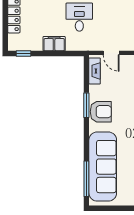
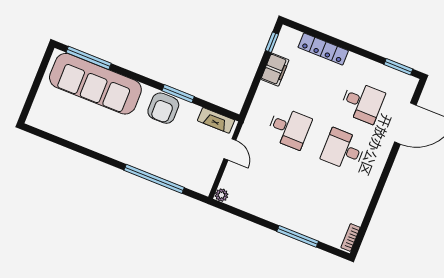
filing cabinet: (54, 44) -> (275, 70), moved
door: (111, 53) -> (230, 149), swing flipped

